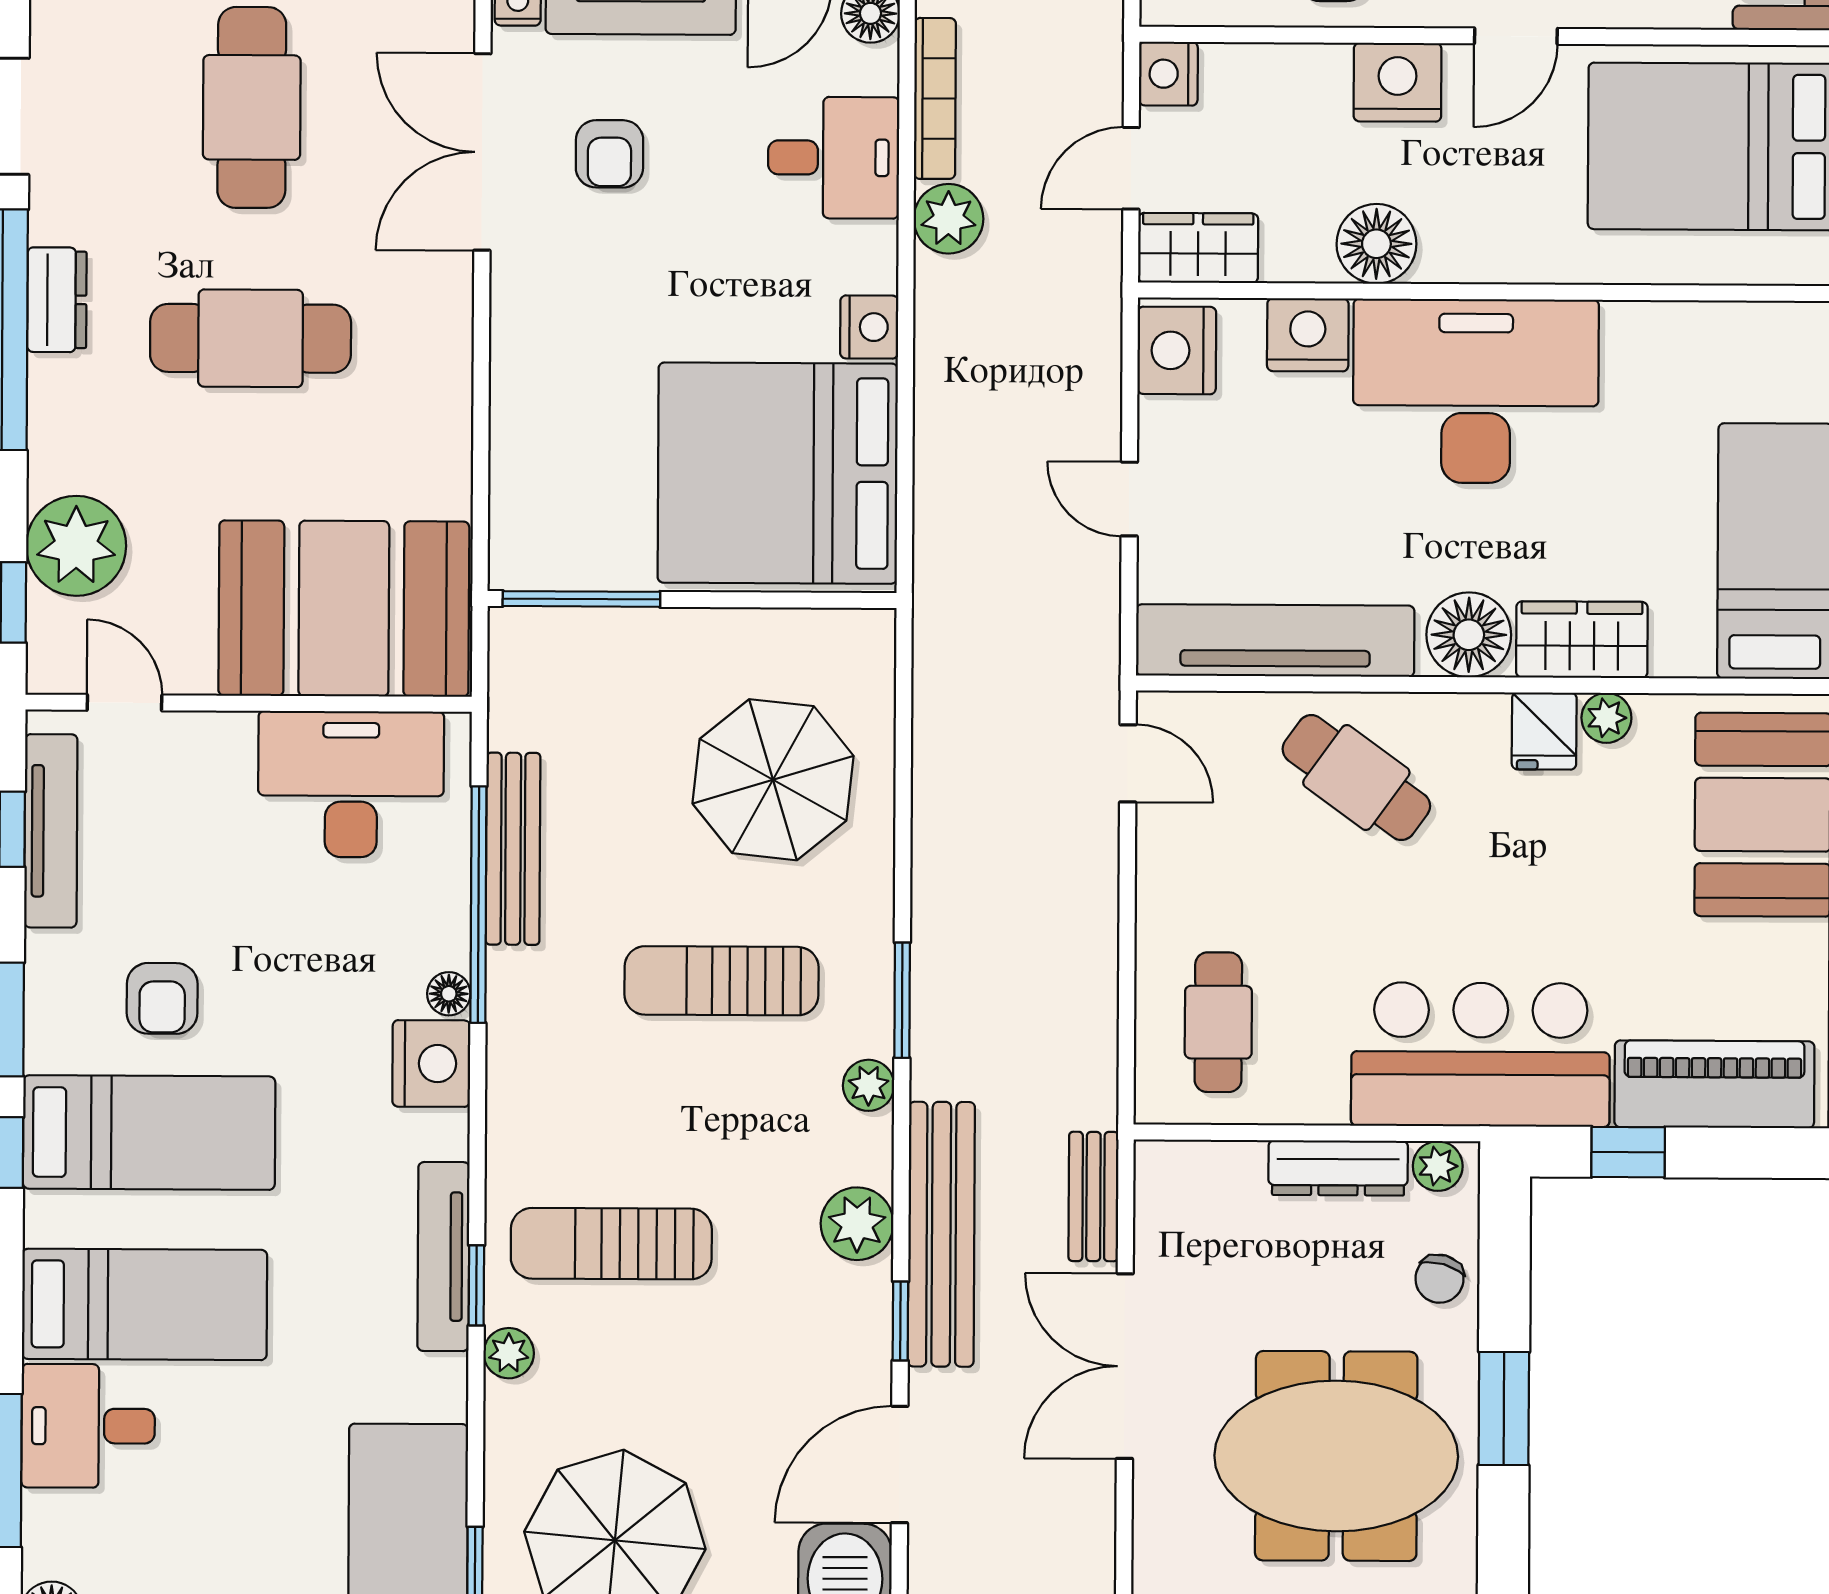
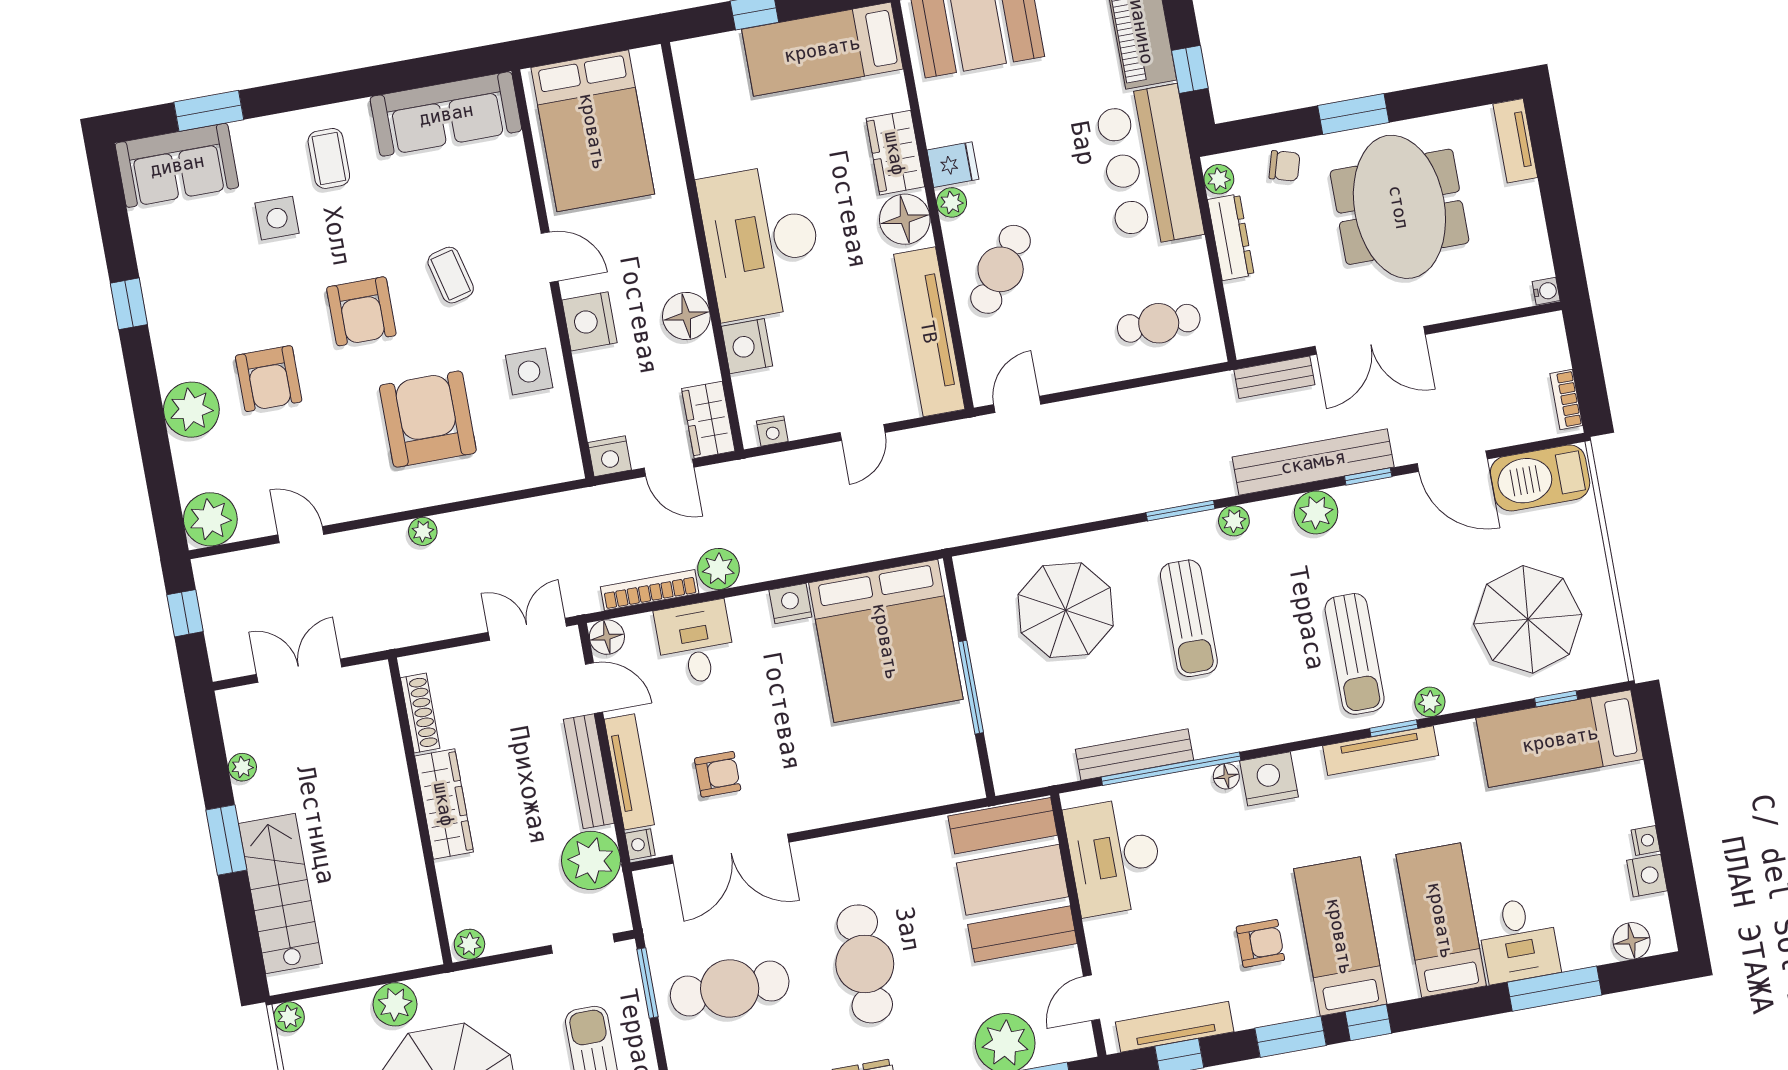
nightstand: (1177, 350) -> (772, 431), width x0.53, depth x0.56
window: (581, 599) -> (971, 687), moved
plant: (1606, 718) -> (952, 202), moved

